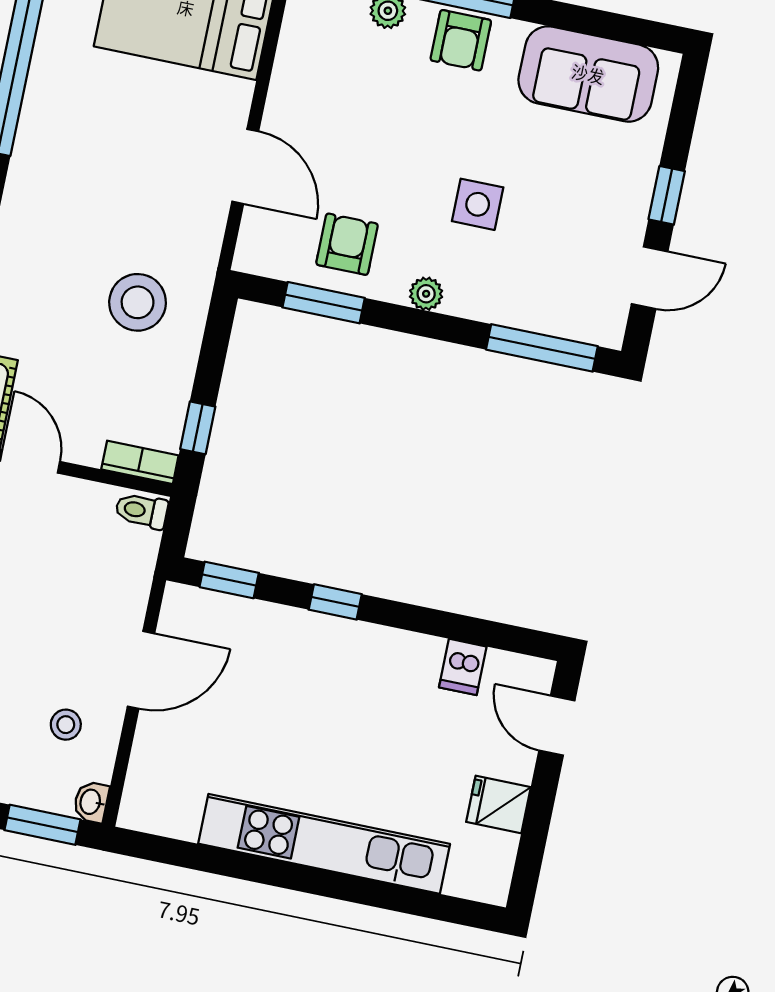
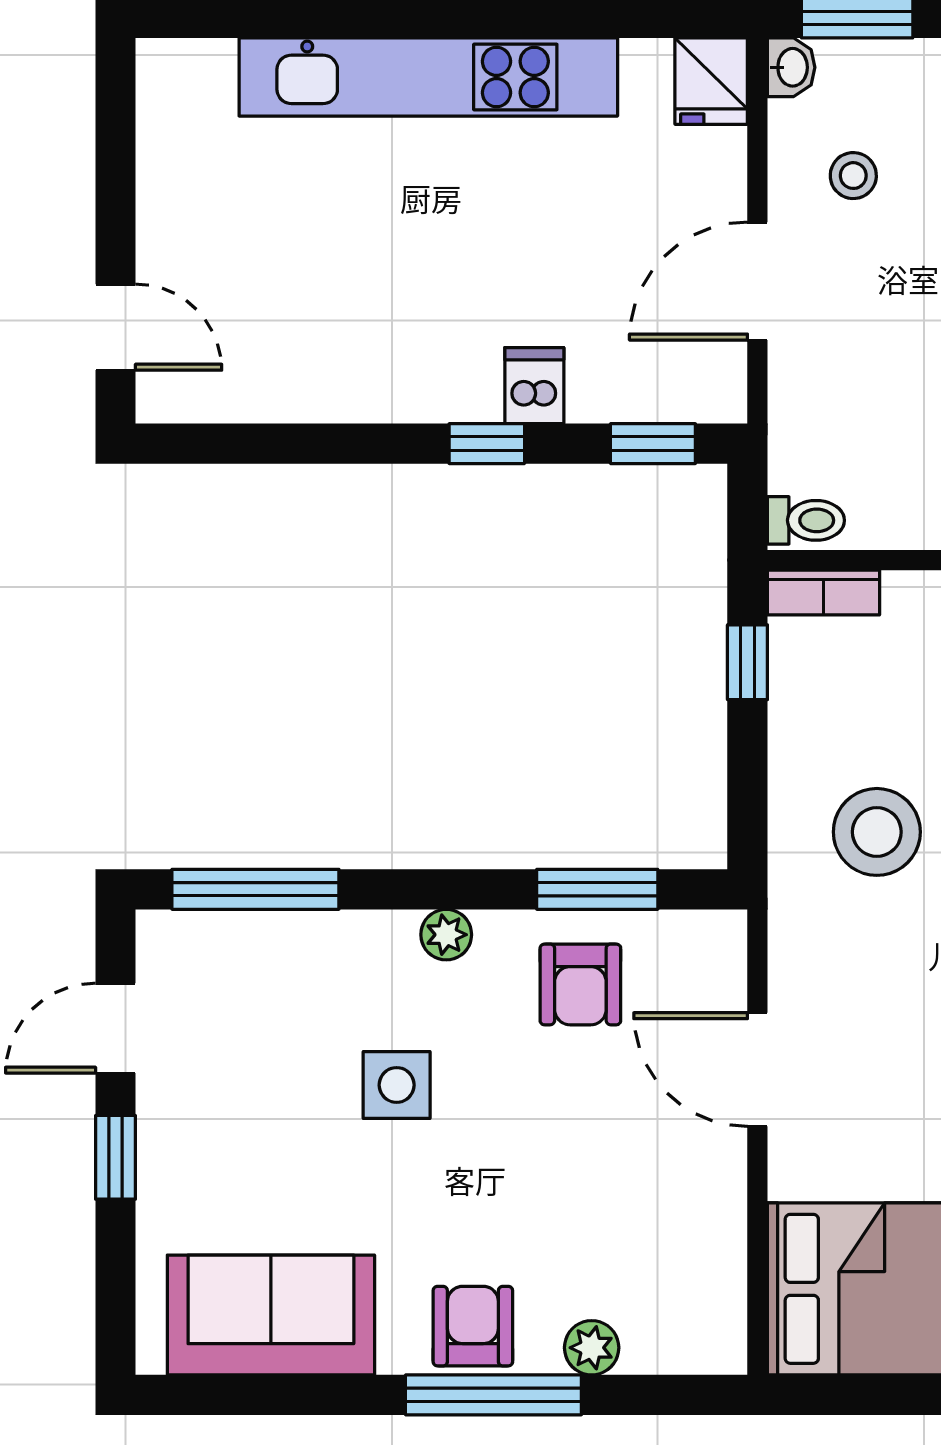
dishwasher: (463, 667) -> (534, 386), moved
fridge: (498, 804) -> (711, 81), moved, turned 90

